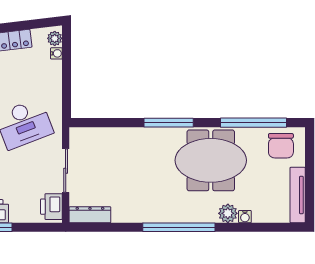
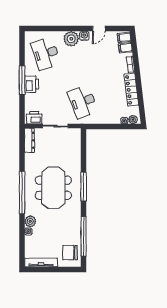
meeting table: (211, 160) -> (53, 188), moved

